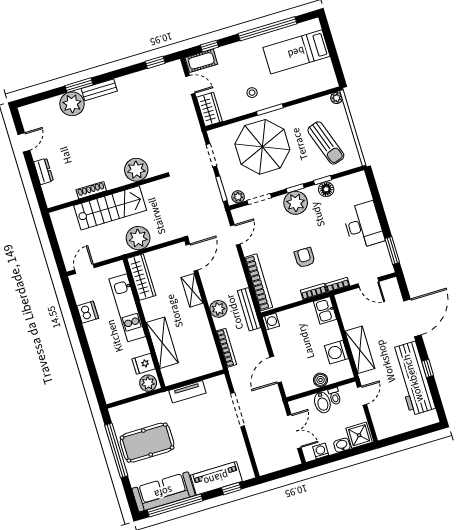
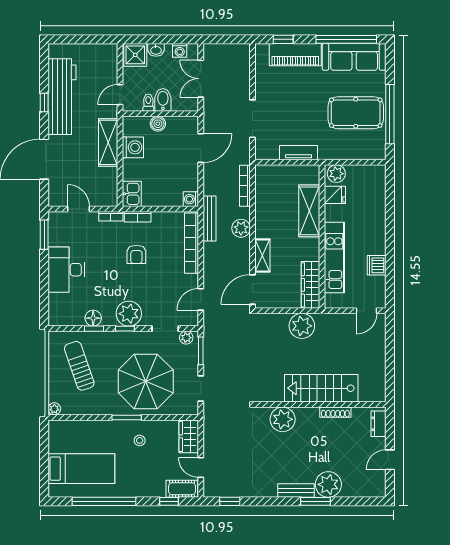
plant: (136, 170) -> (283, 419), moved
shoe rack: (91, 190) -> (335, 412), moved
wall: (107, 193) -> (320, 405), moved
stairs: (110, 208) -> (321, 388), moved

